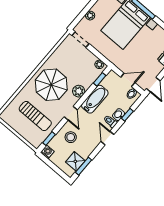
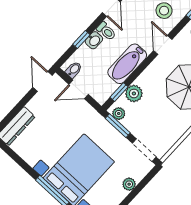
window: (100, 56) -> (118, 126), added
plant: (79, 91) -> (134, 93), moved

